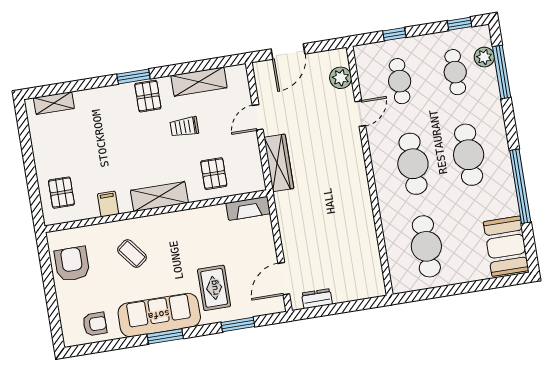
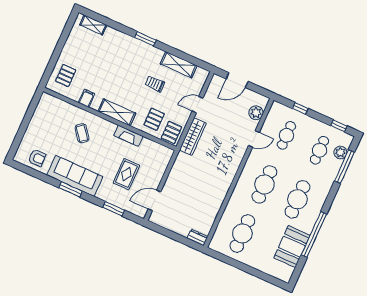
pallet: (148, 96) -> (172, 133), moved
fireplace: (248, 208) -> (128, 136), moved
booth: (506, 246) -> (292, 247), moved
armchair: (72, 264) -> (46, 118), removed
rug: (214, 288) -> (126, 174), moved
dresser: (317, 299) -> (197, 237), moved

